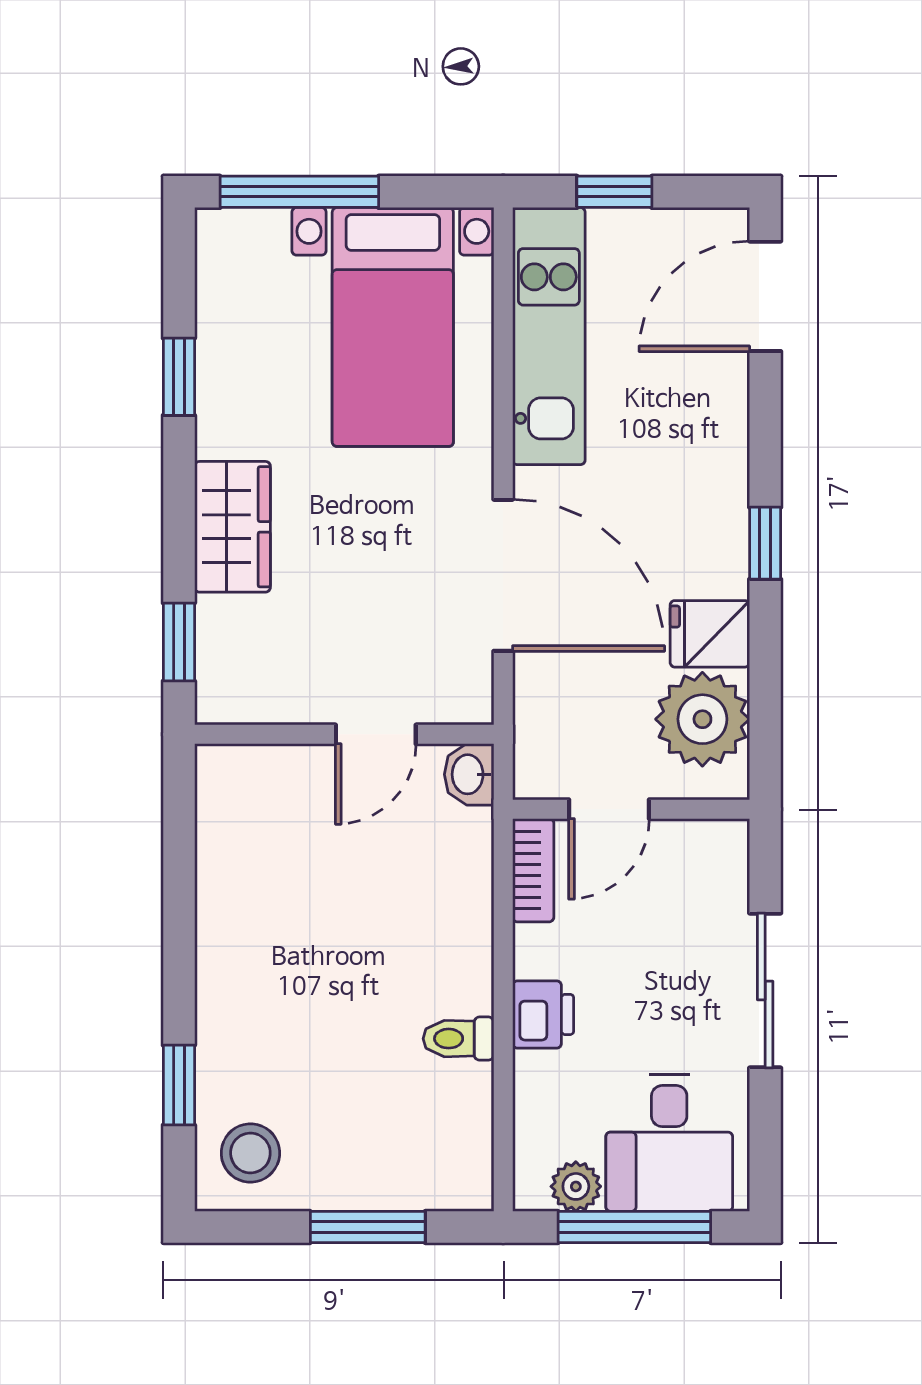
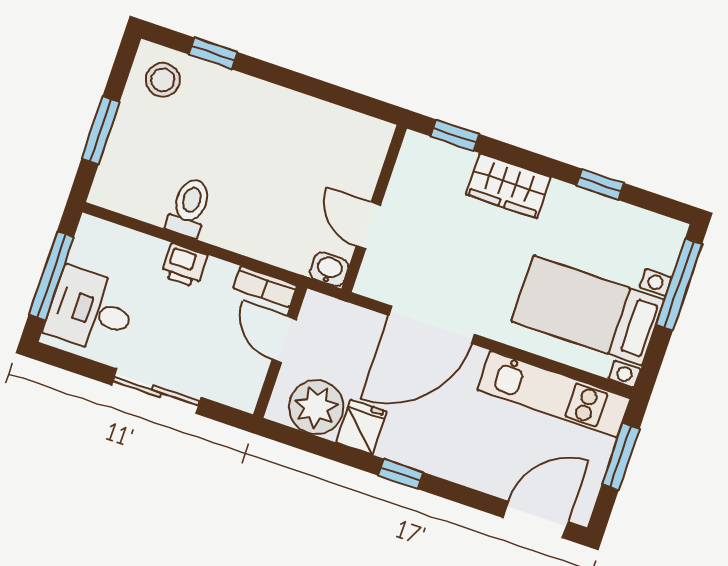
window: (614, 192) -> (621, 457), width x1.50
door: (765, 296) -> (536, 520), hinge flipped
toilet: (458, 1039) -> (189, 207), width x1.37, depth x1.39
plant: (576, 1186) -> (84, 251), removed

